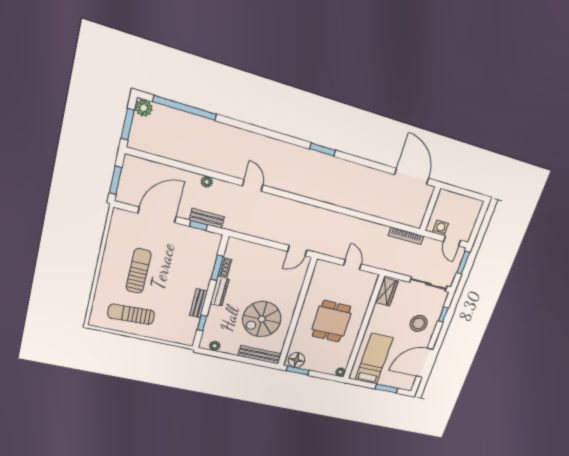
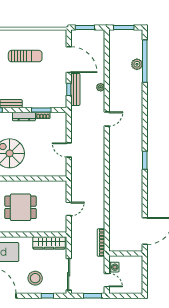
plant: (144, 108) -> (137, 64), moved
bench: (207, 218) -> (75, 89), width x1.36
door: (452, 241) -> (107, 280), swing flipped
door: (297, 251) -> (69, 150), moved
wardrobe: (387, 292) -> (49, 243), width x1.50

